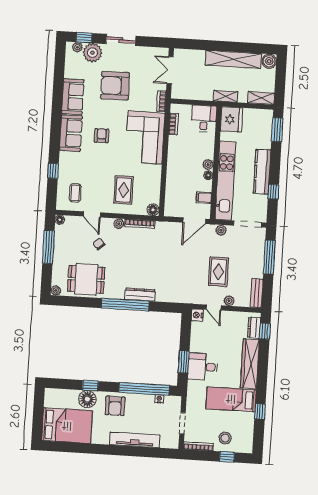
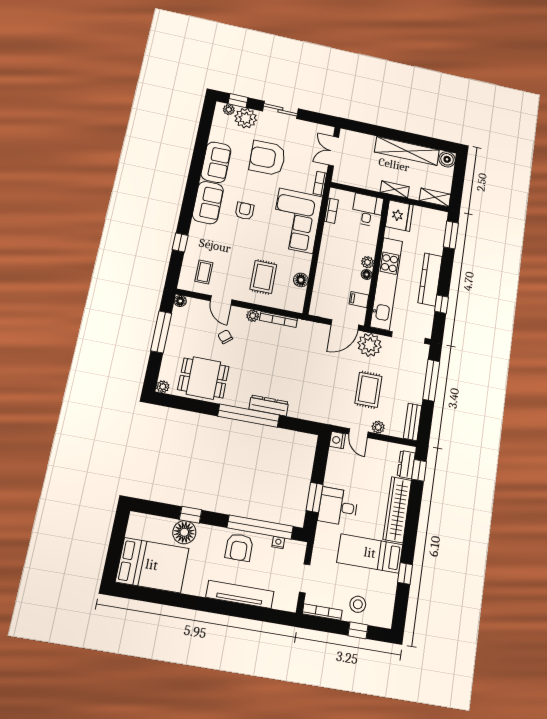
floor lamp: (153, 210) -> (301, 280), moved
plant: (221, 230) -> (370, 345), width x1.88, depth x1.88
armchair: (115, 406) -> (239, 547), moved

